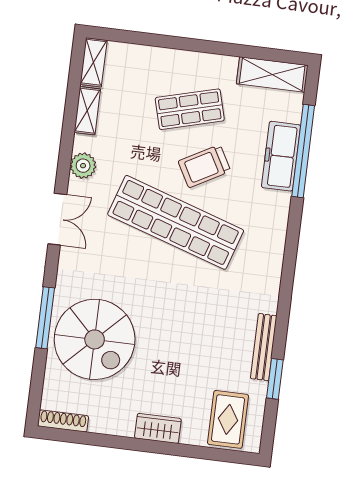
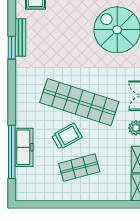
shelving: (272, 75) -> (35, 193), removed
window: (275, 379) -> (12, 48), moved

